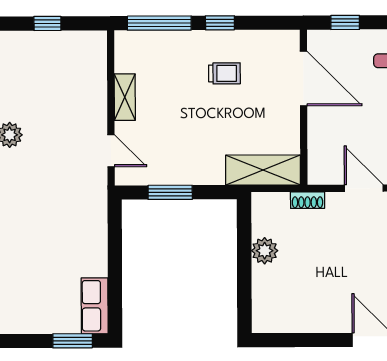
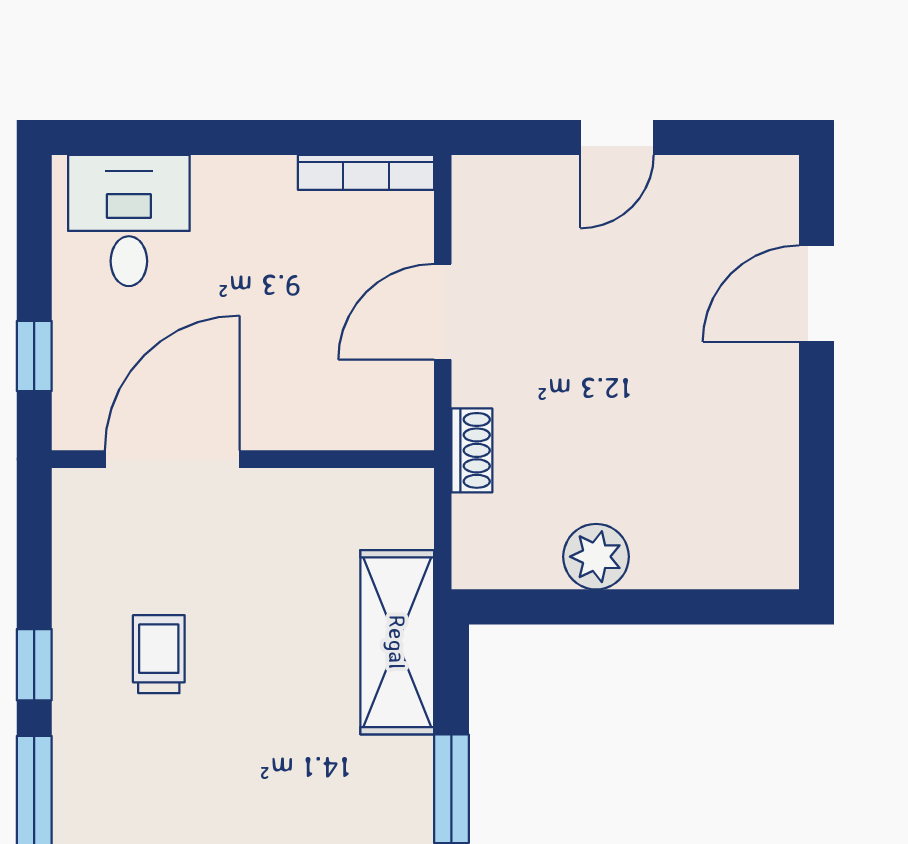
shelving: (263, 170) -> (397, 642), moved

